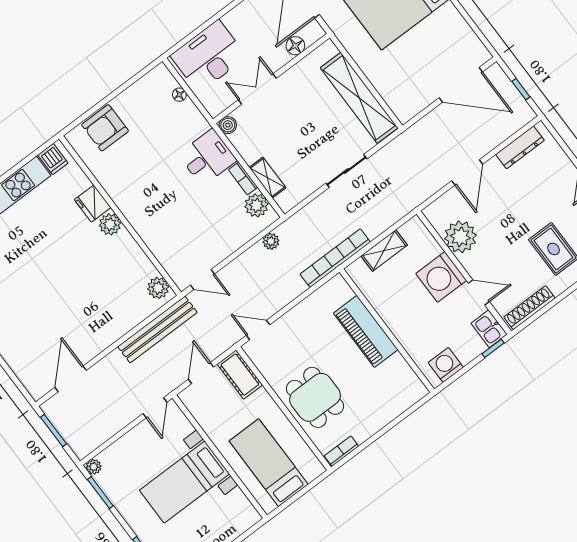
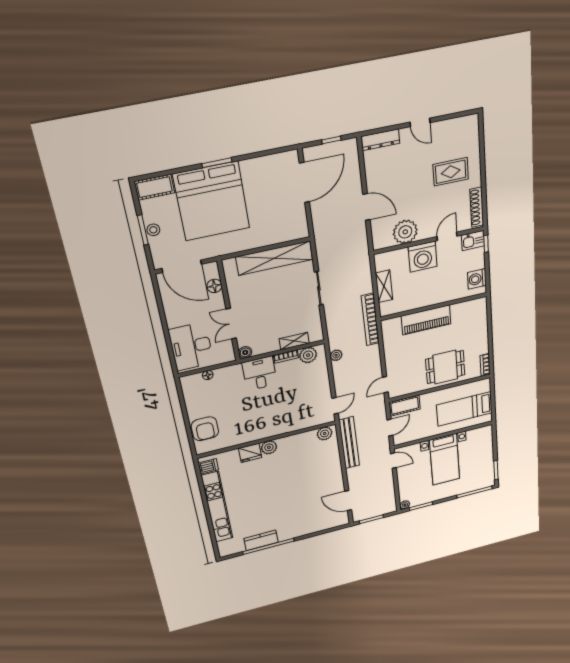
dresser: (520, 147) -> (380, 140), moved, turned 90
door: (201, 373) -> (390, 428), swing flipped

